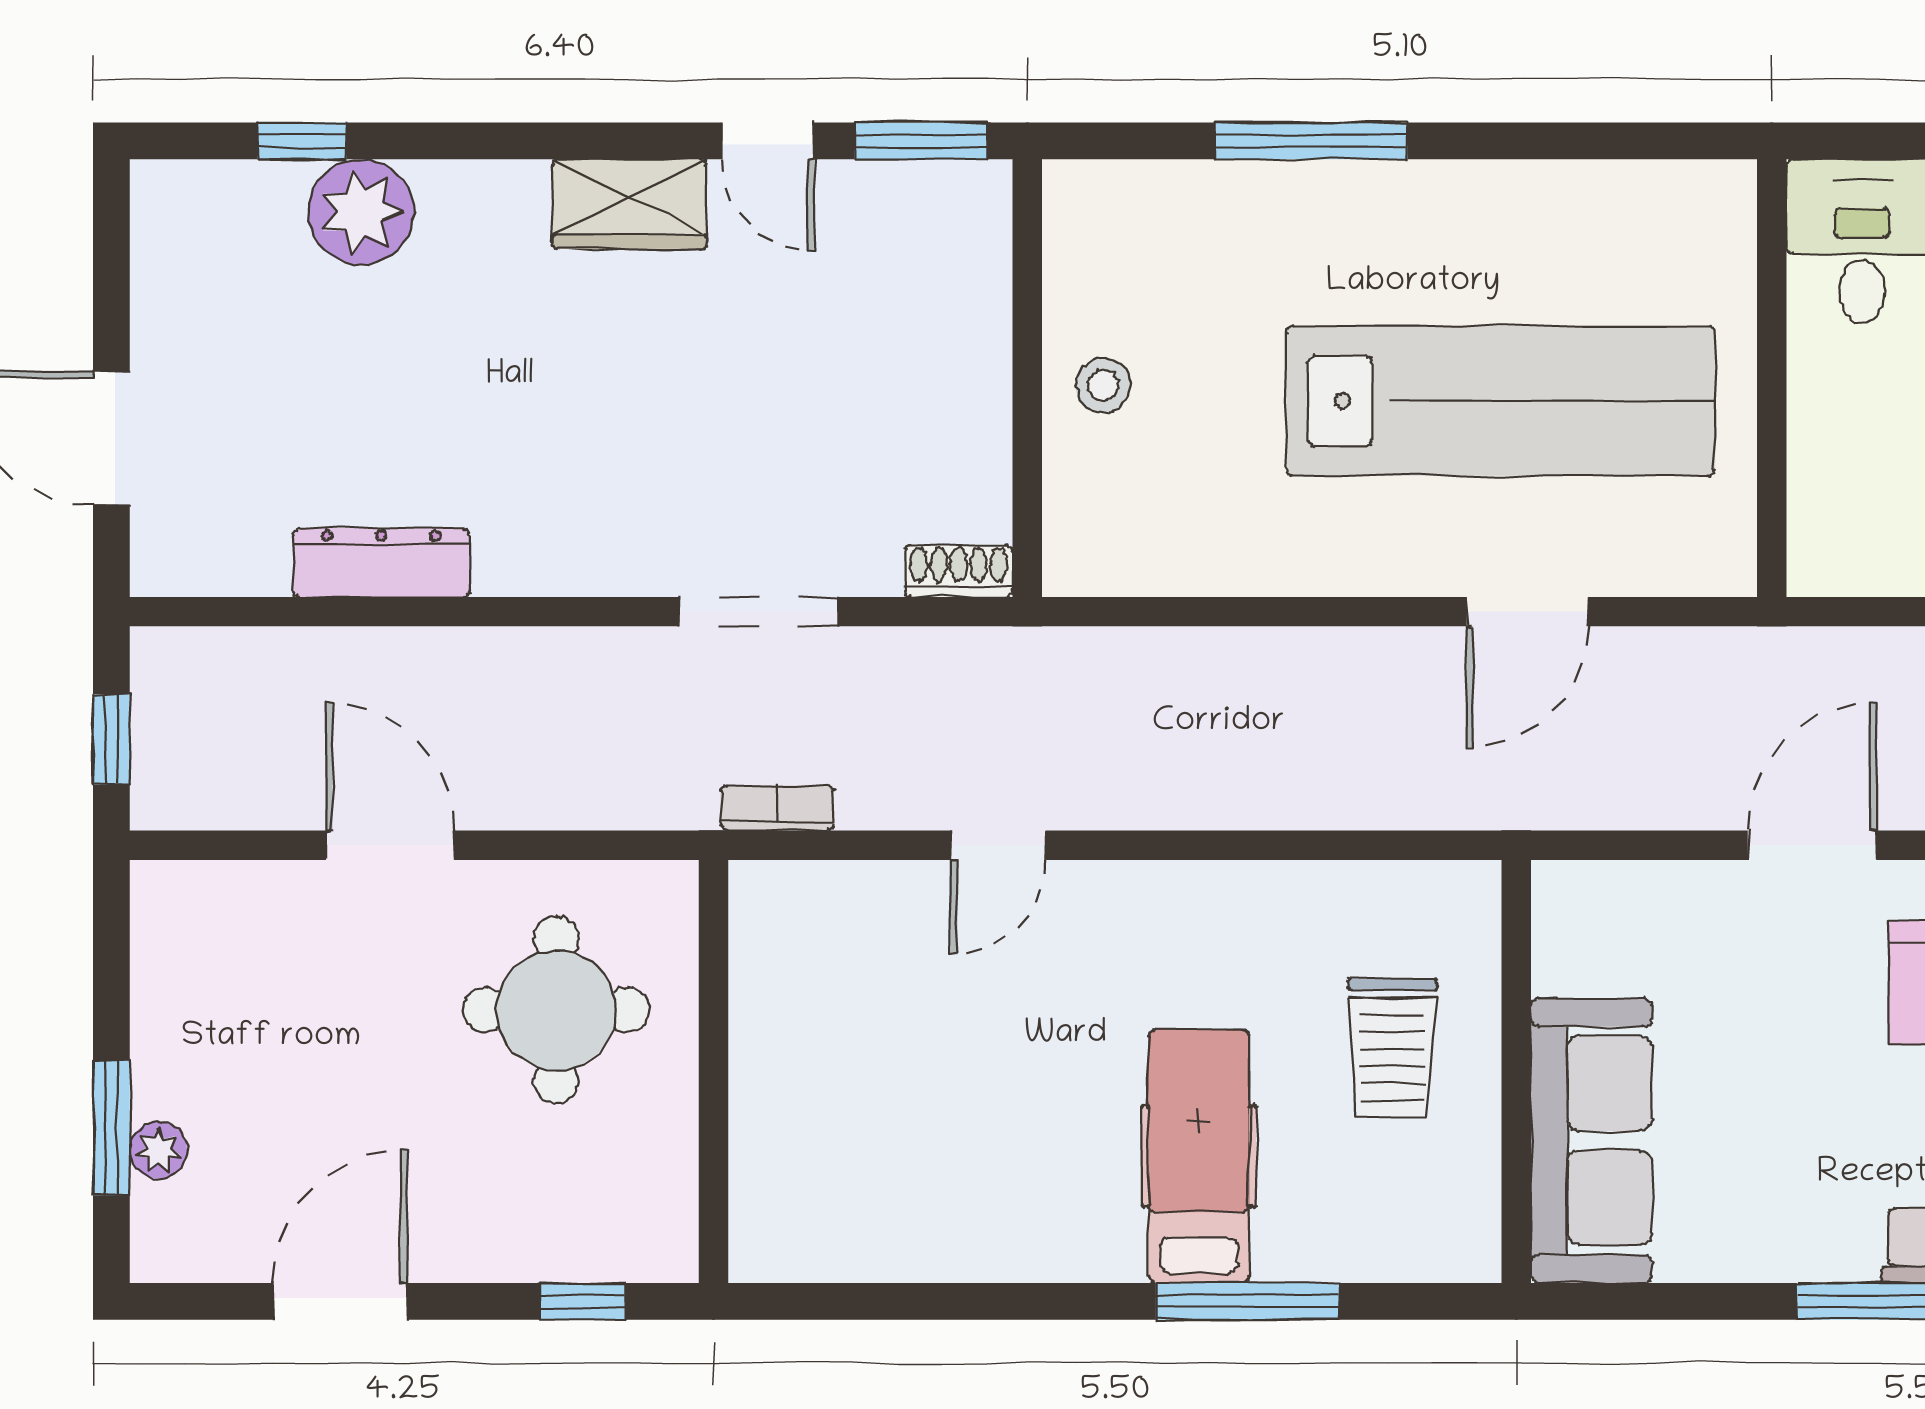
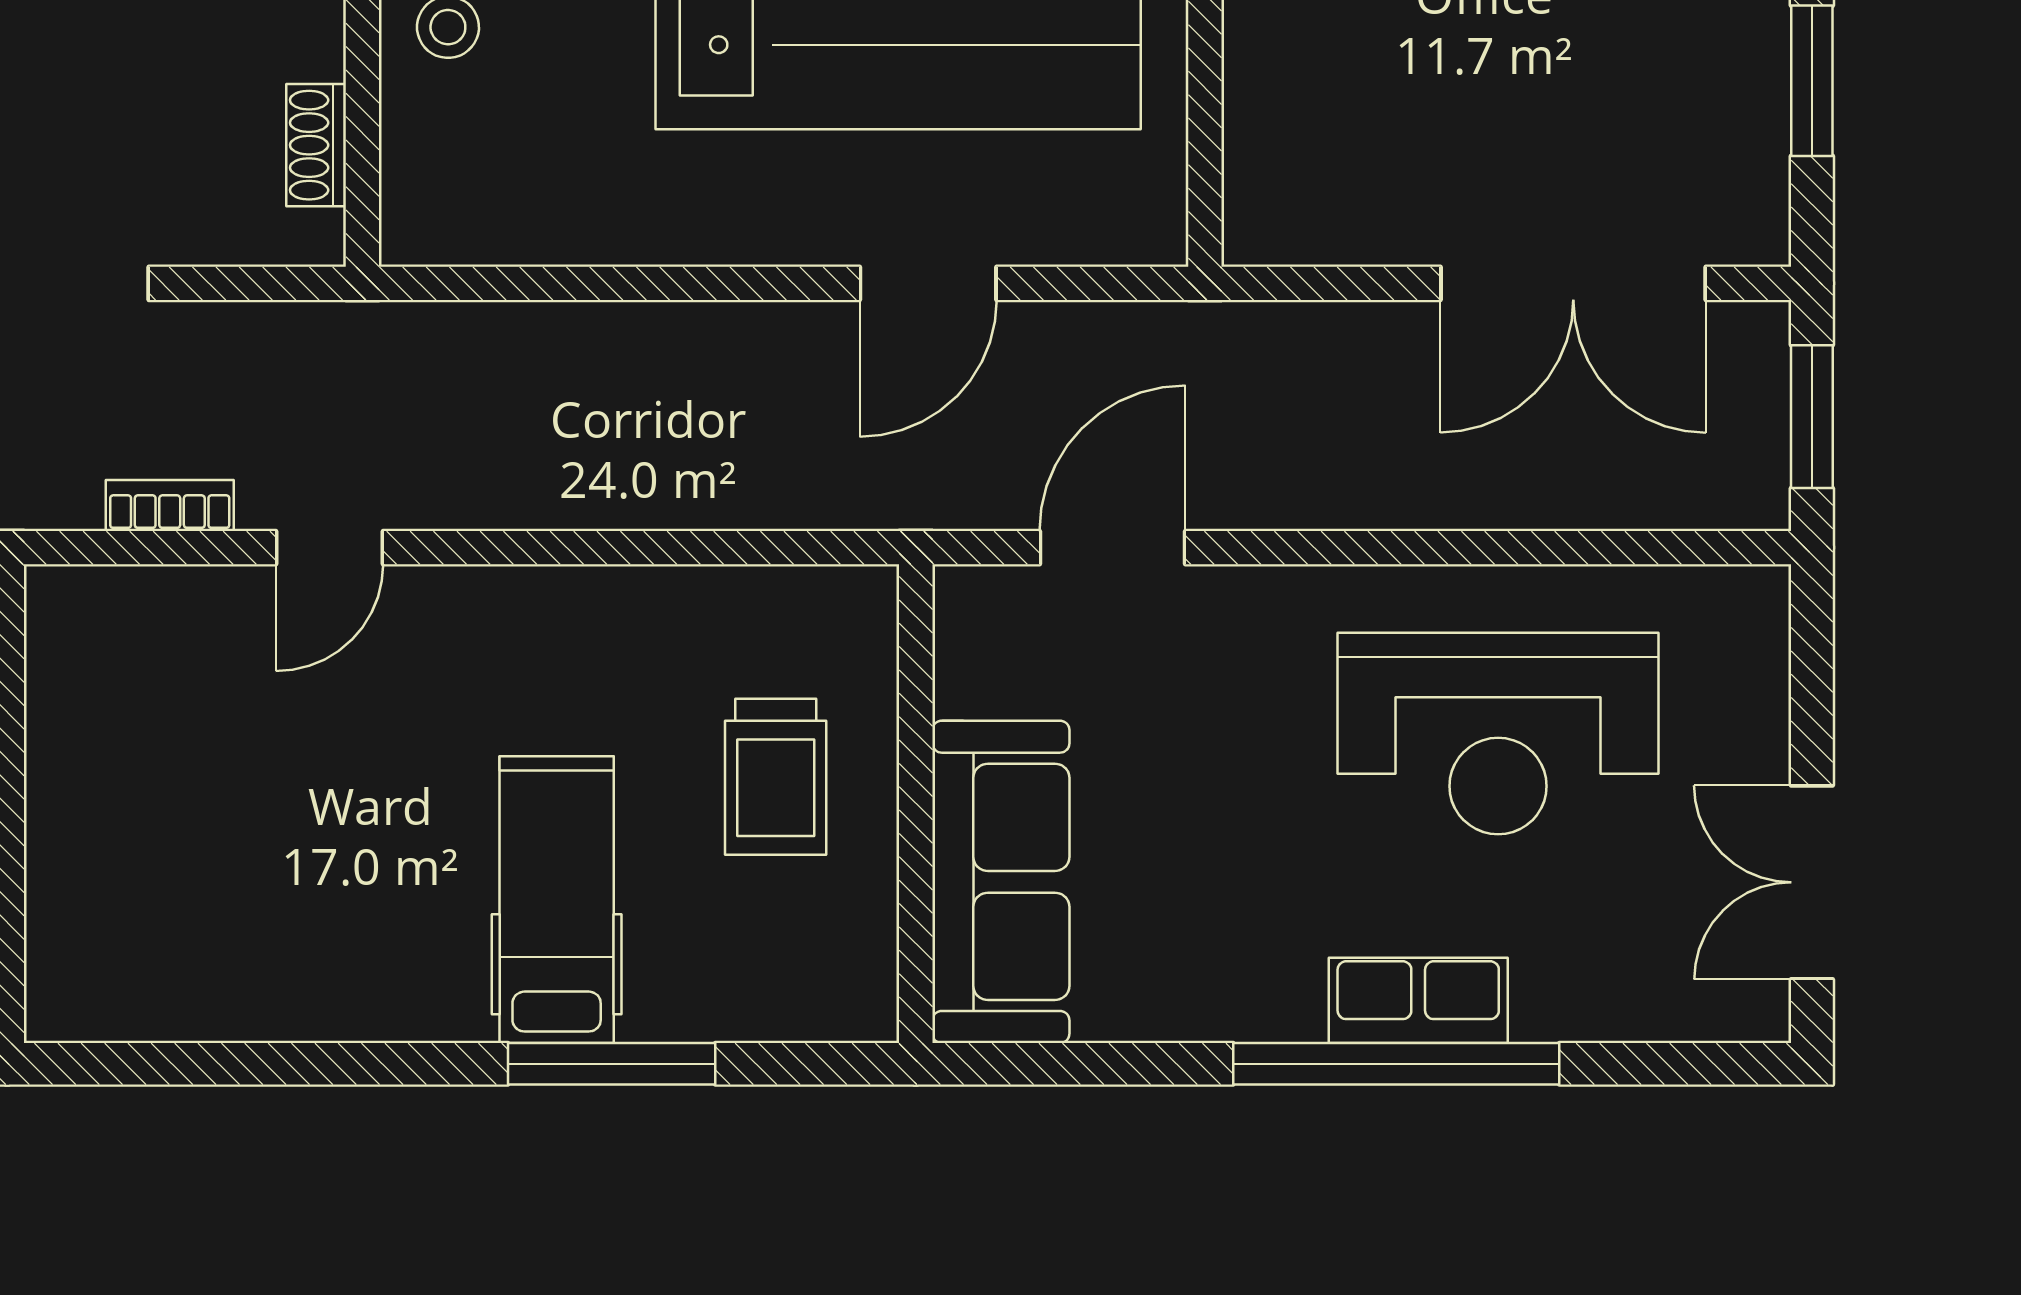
shoe rack: (959, 571) -> (316, 145), moved, turned -90
bookcase: (777, 808) -> (170, 505), moved
door: (1812, 845) -> (1113, 548), moved

